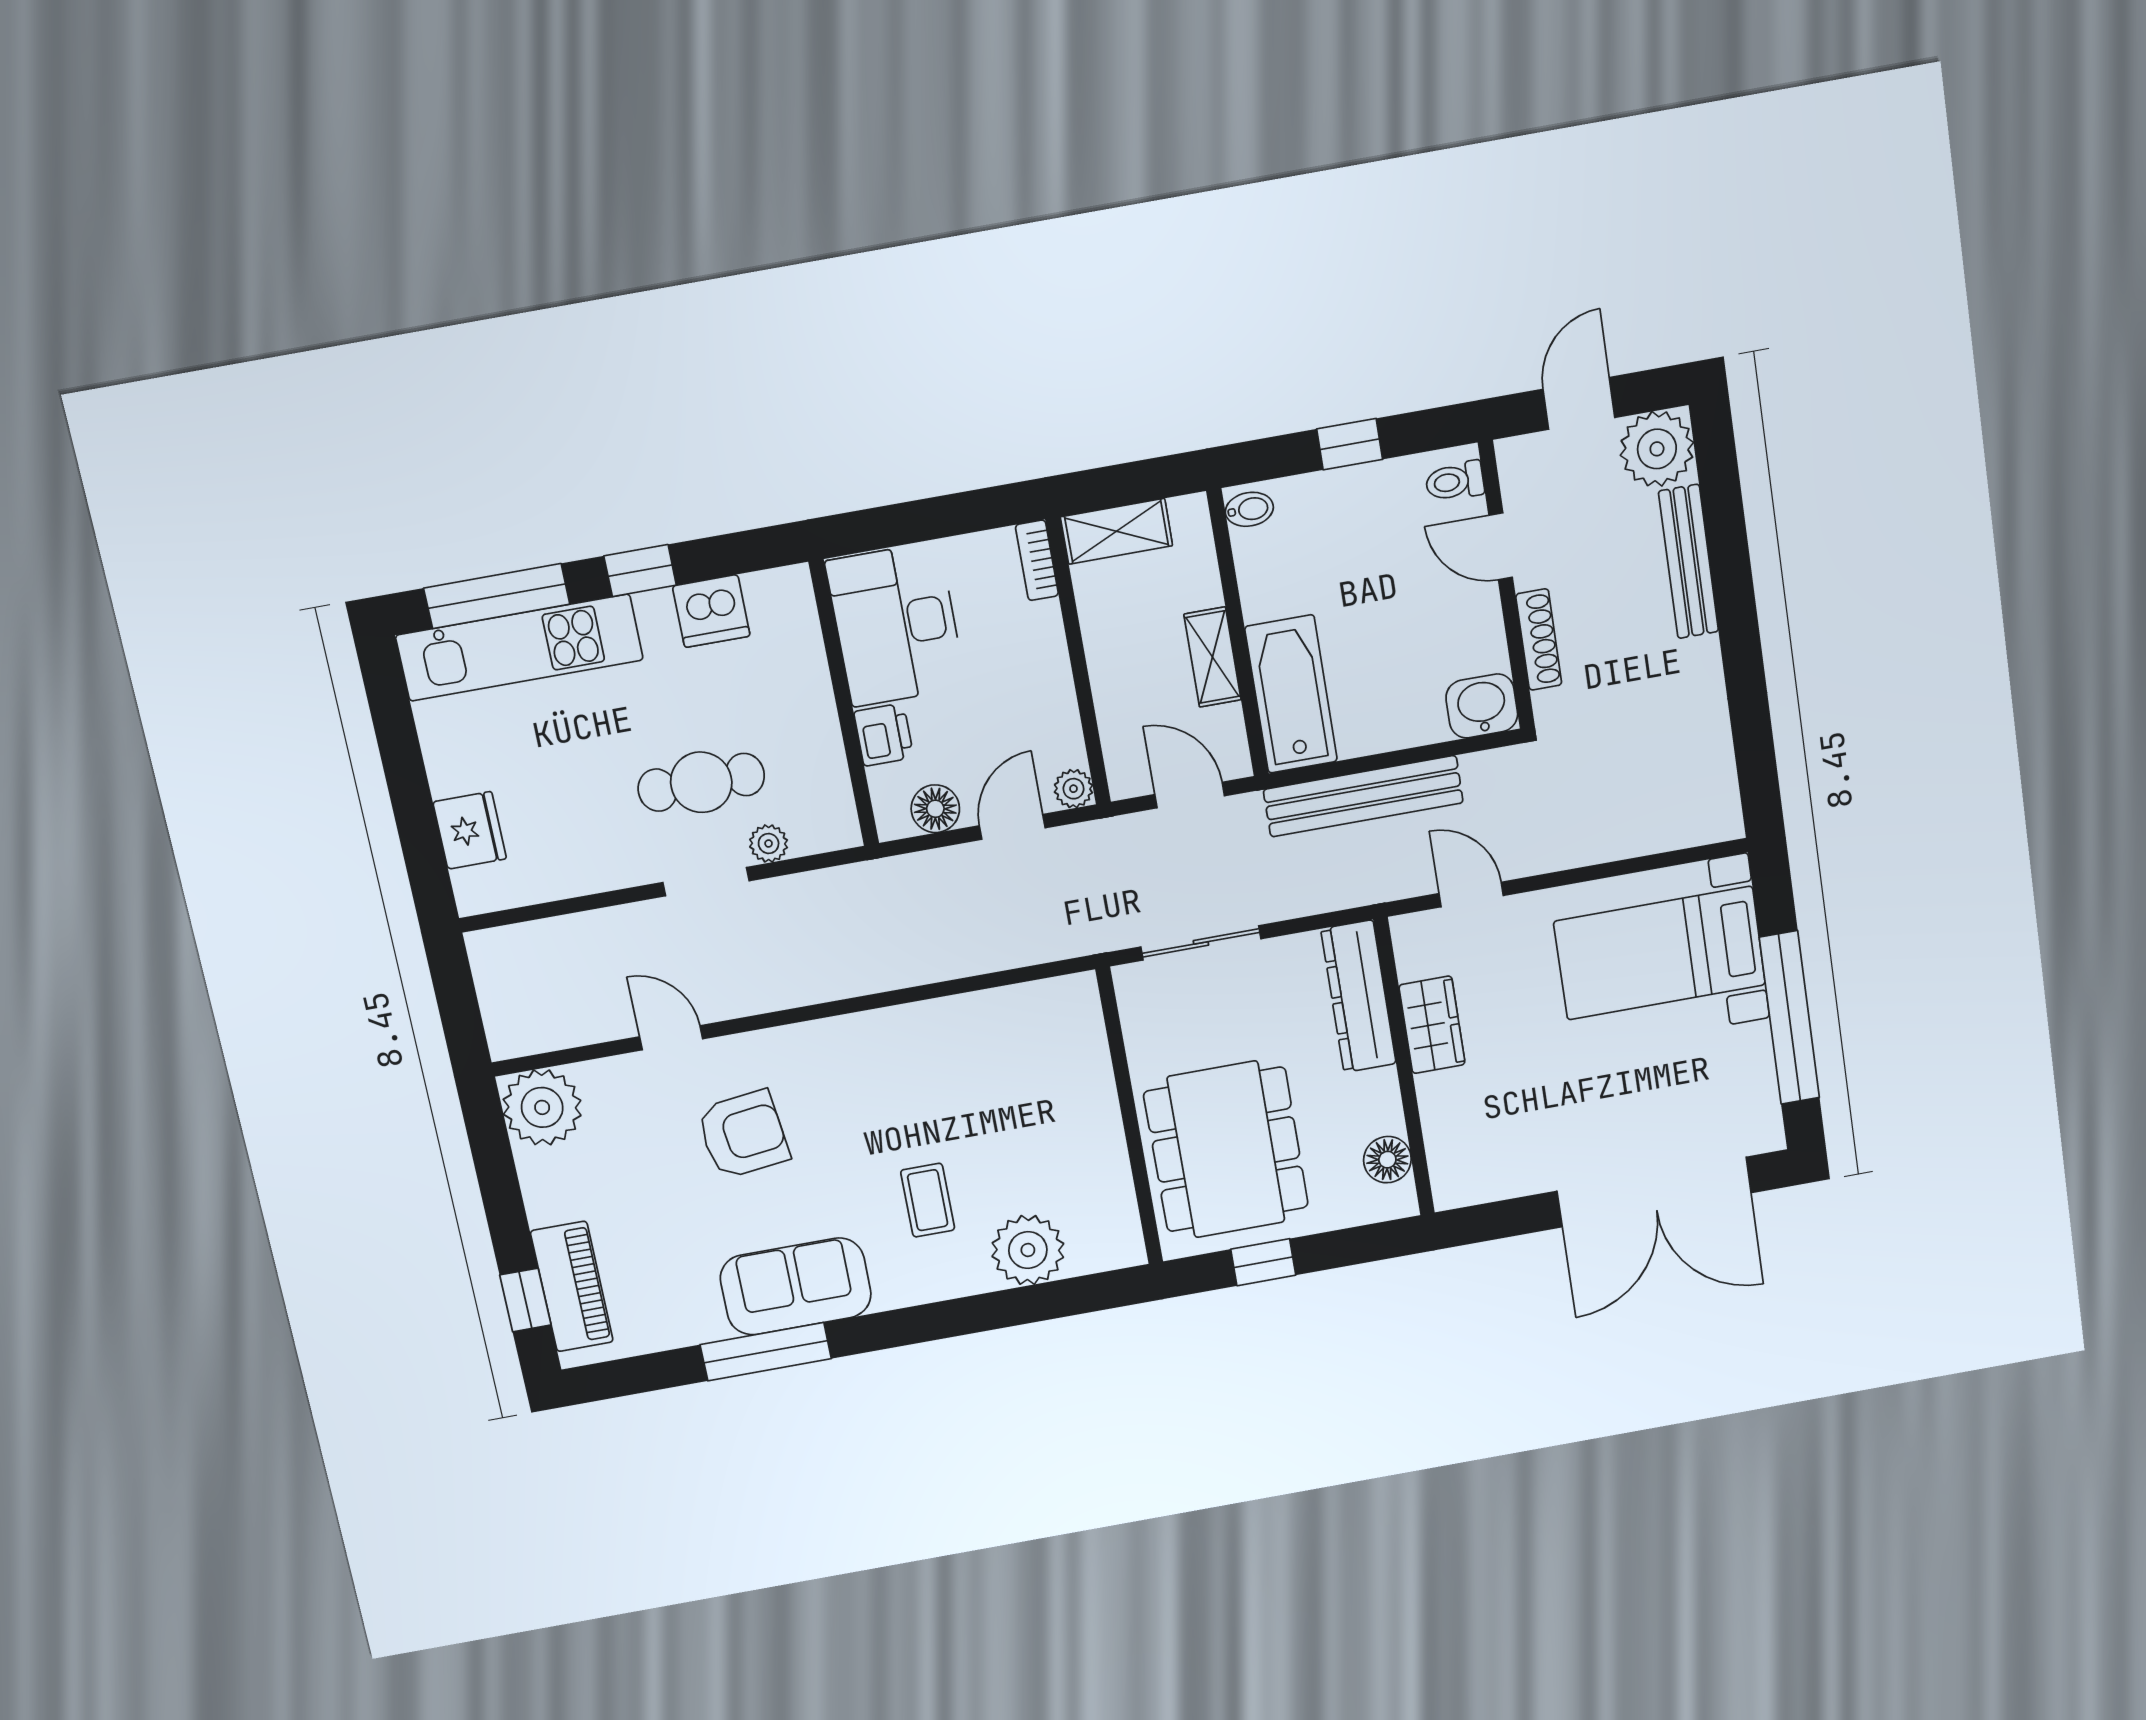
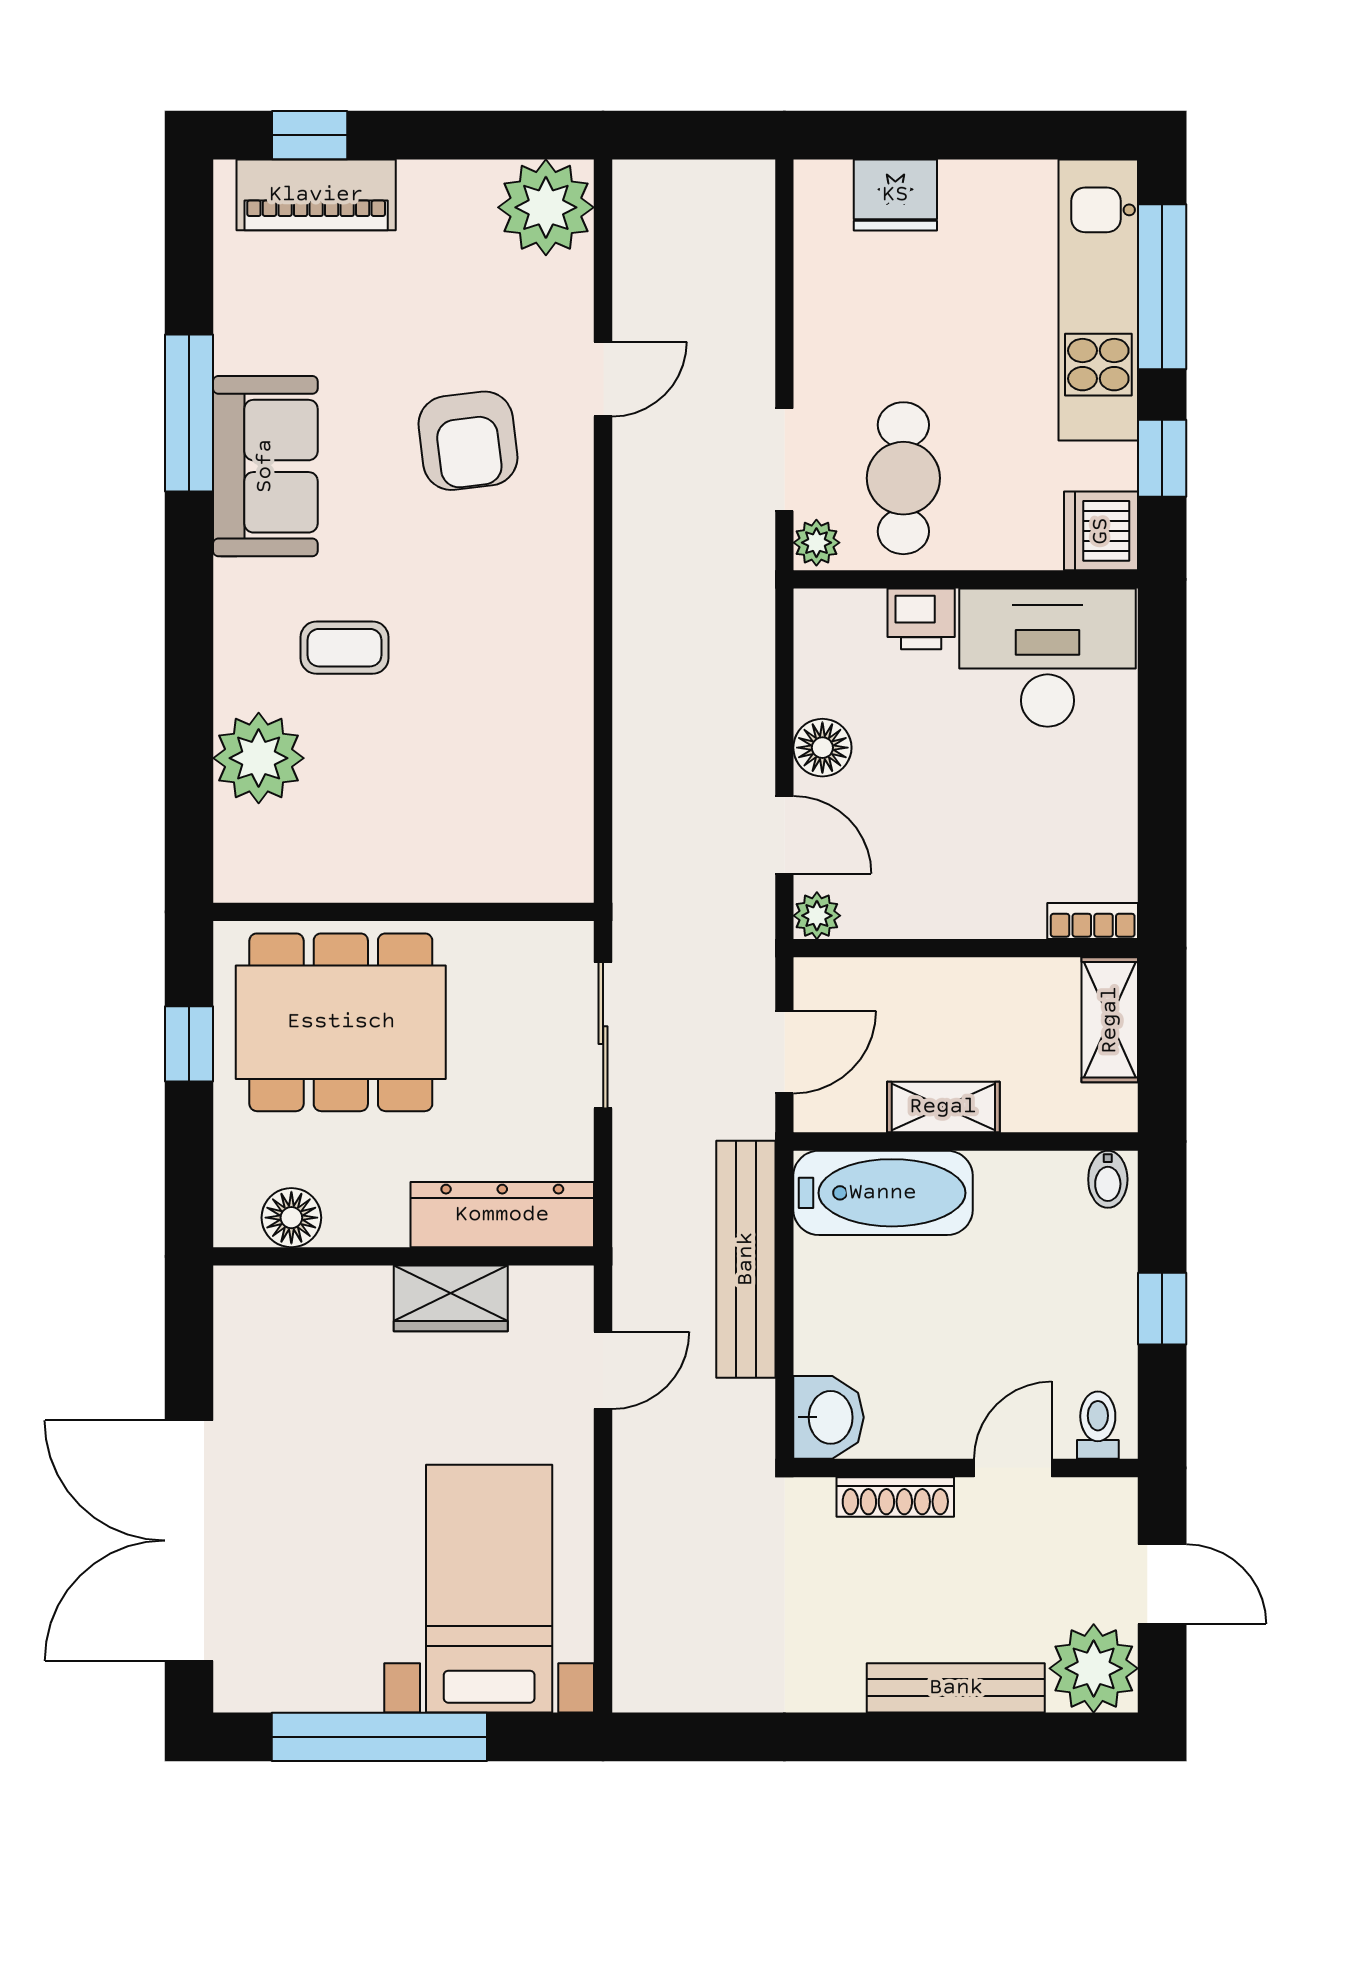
desk: (896, 624) -> (1048, 658), moved
wall: (844, 704) -> (966, 579), moved
printer: (884, 735) -> (921, 619), moved

